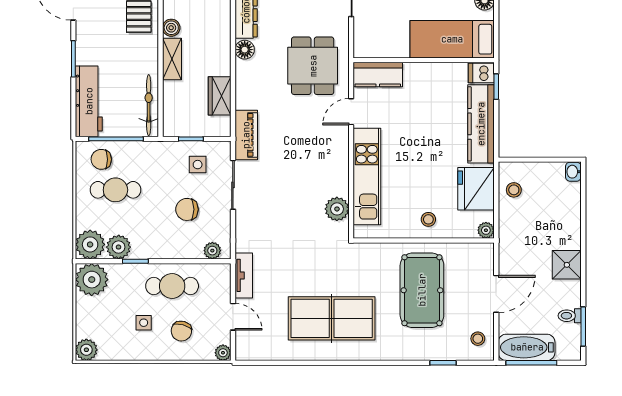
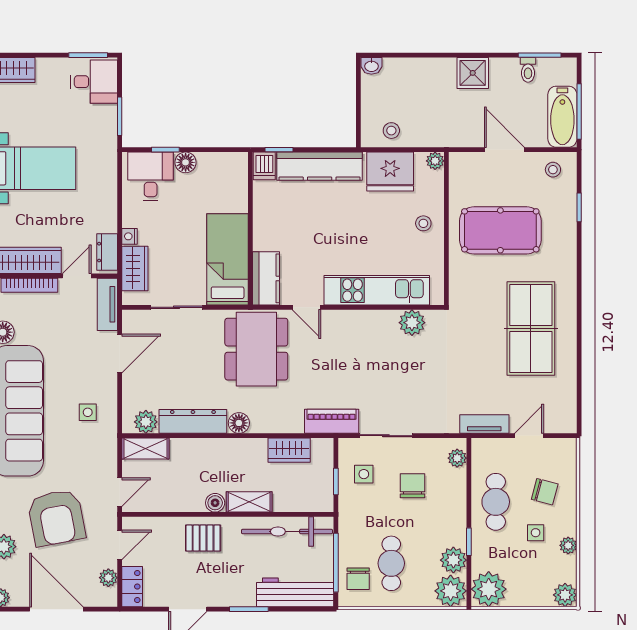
bed: (452, 39) -> (228, 259), moved, turned 180
dining table: (313, 66) -> (256, 349), width x1.38
bicycle: (149, 105) -> (287, 531), width x1.37, depth x1.40
chair: (187, 209) -> (413, 486), turned 180
plant: (223, 353) -> (568, 545), moved

